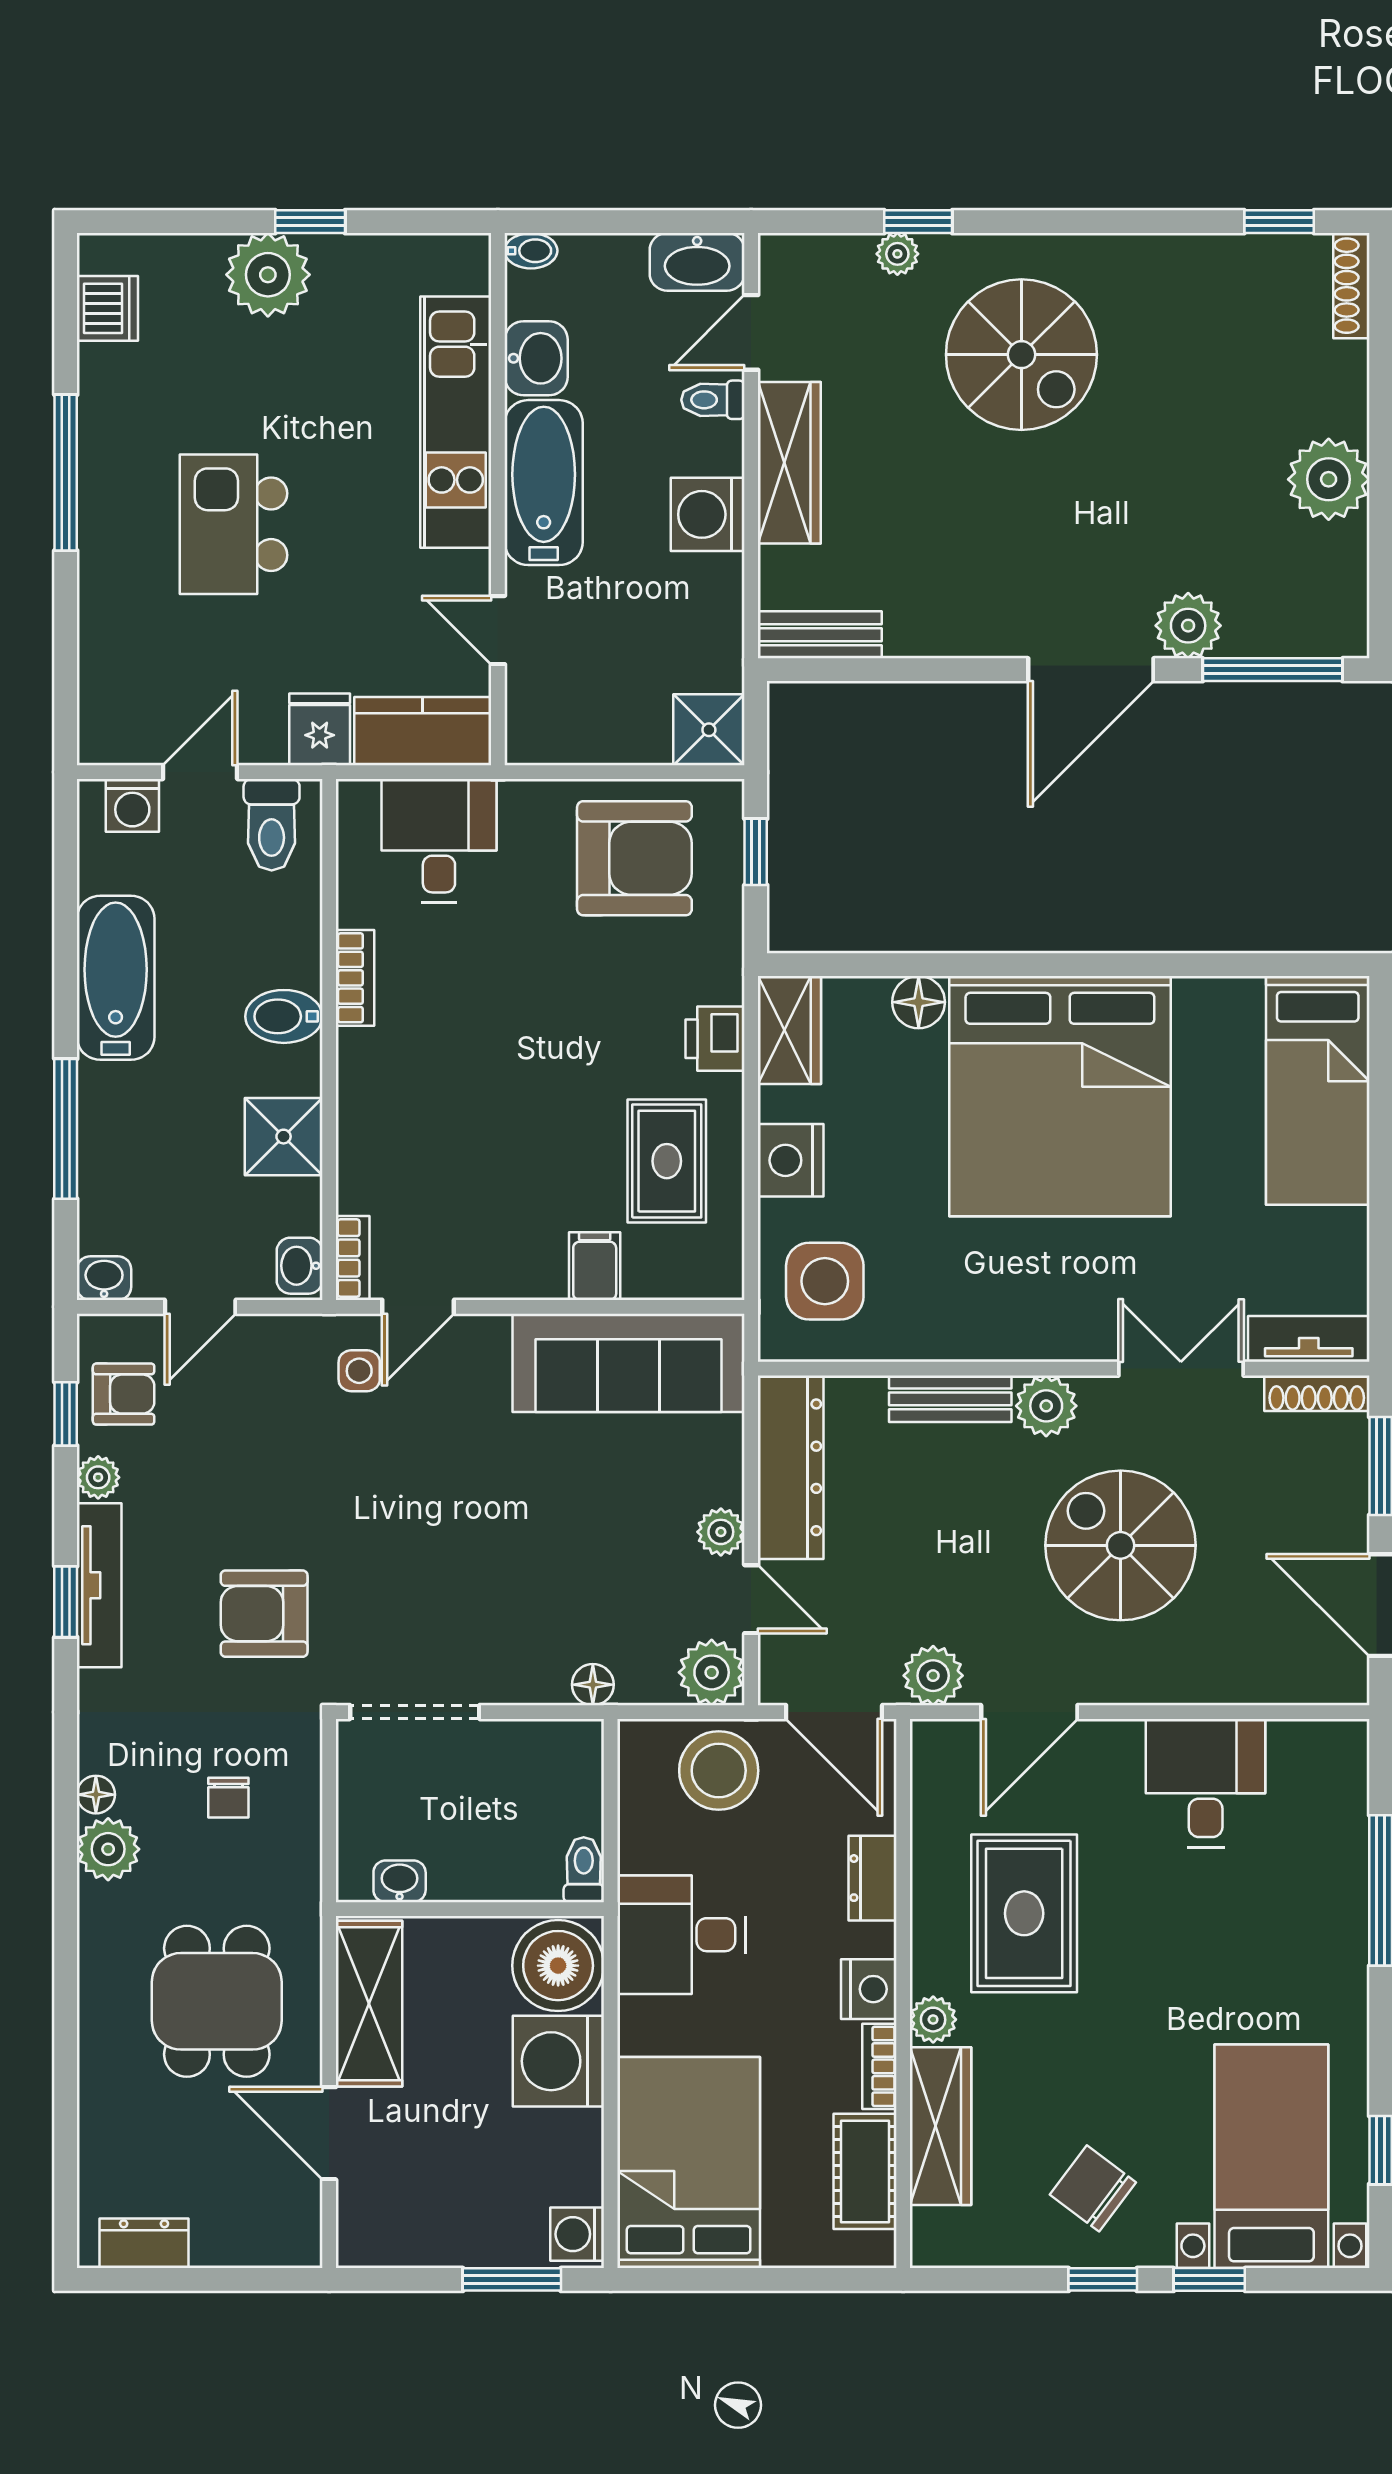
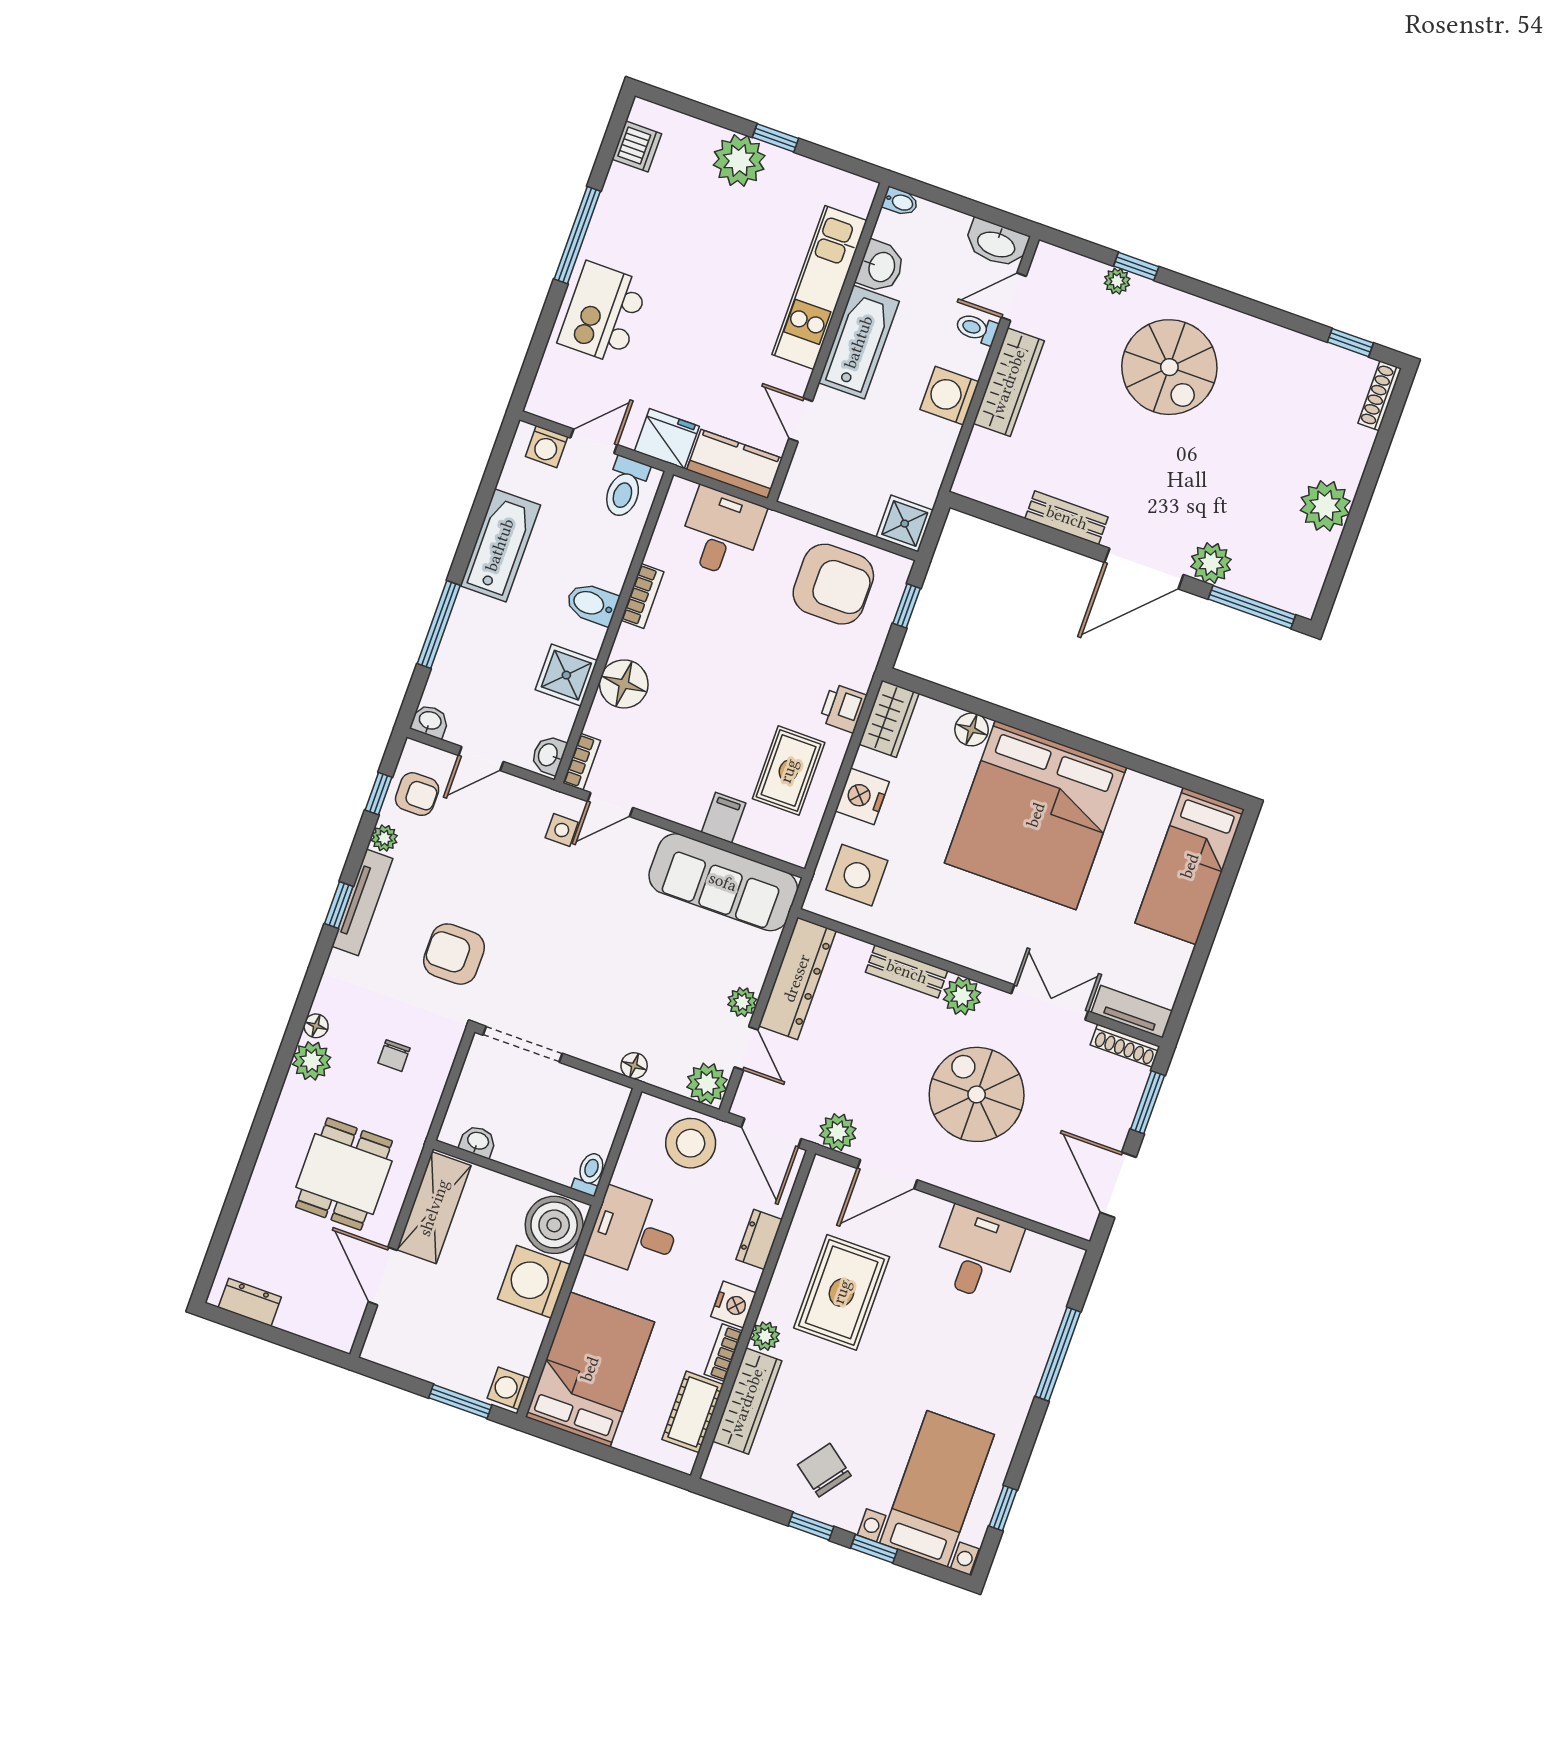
kitchen island: (234, 524) -> (603, 313), moved
bench: (820, 635) -> (1067, 518), moved
fridge: (320, 729) -> (667, 439), width x1.38
floor lamp: (374, 1119) -> (624, 684), added

